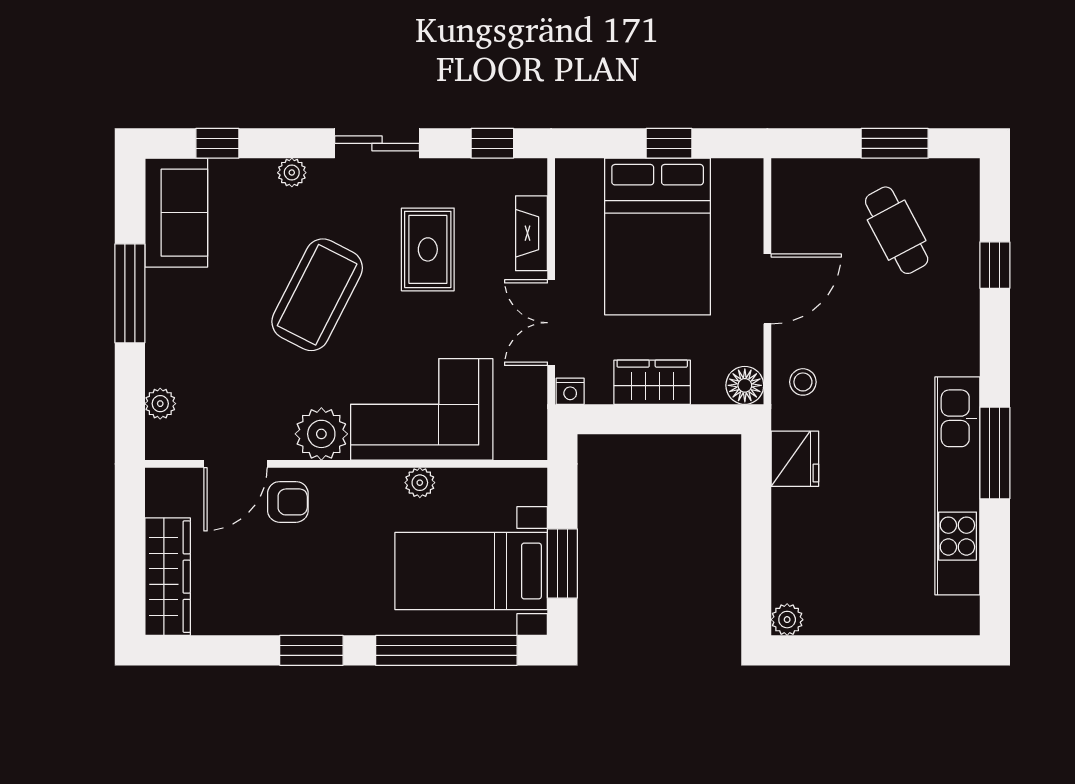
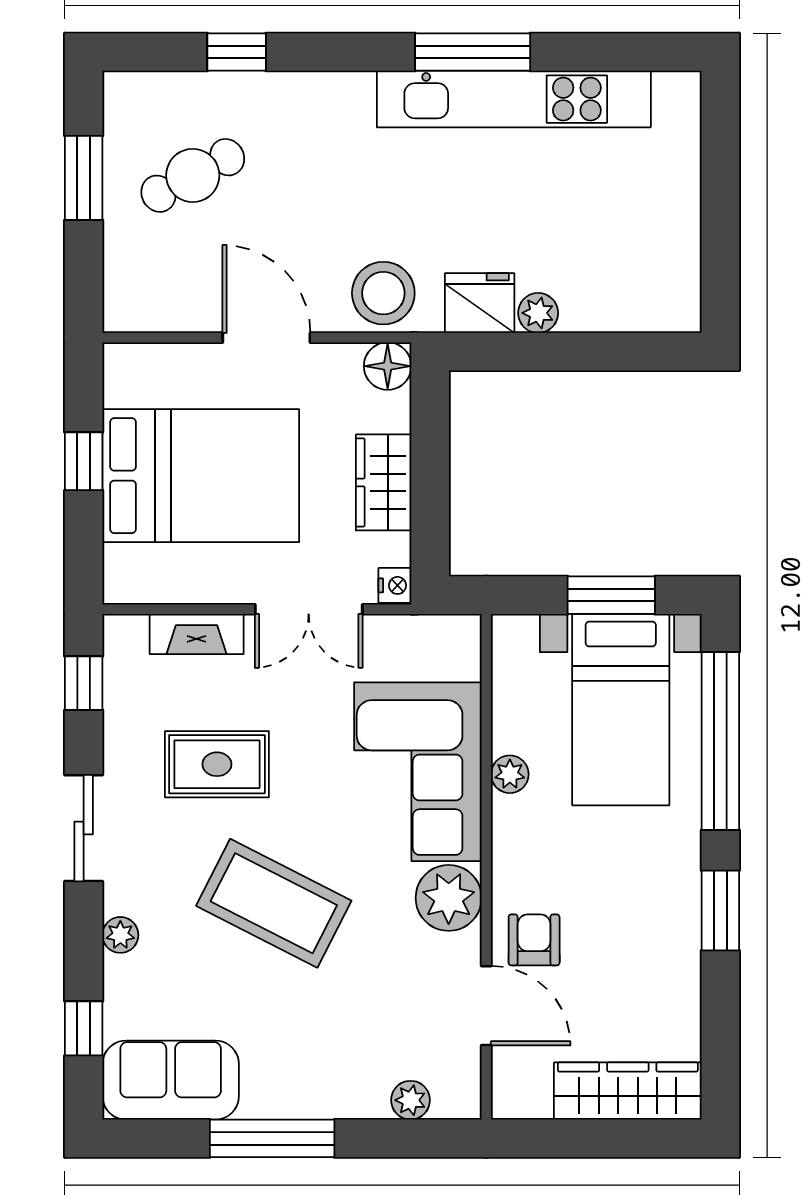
stool: (803, 382) -> (383, 293), width x1.89, depth x1.89
plant: (787, 620) -> (538, 313), moved

